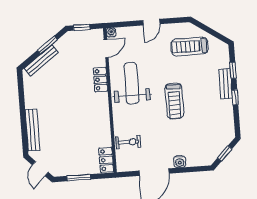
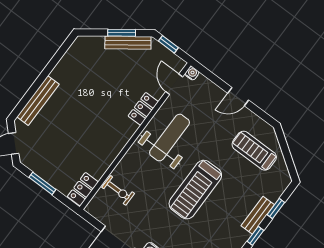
door: (106, 48) -> (174, 84), swing flipped
bench: (41, 60) -> (128, 43), moved
treadmill: (174, 101) -> (195, 190), width x1.37, depth x1.38

